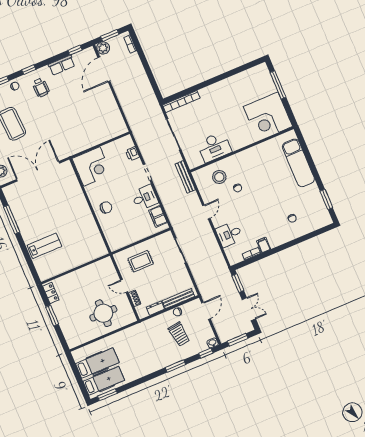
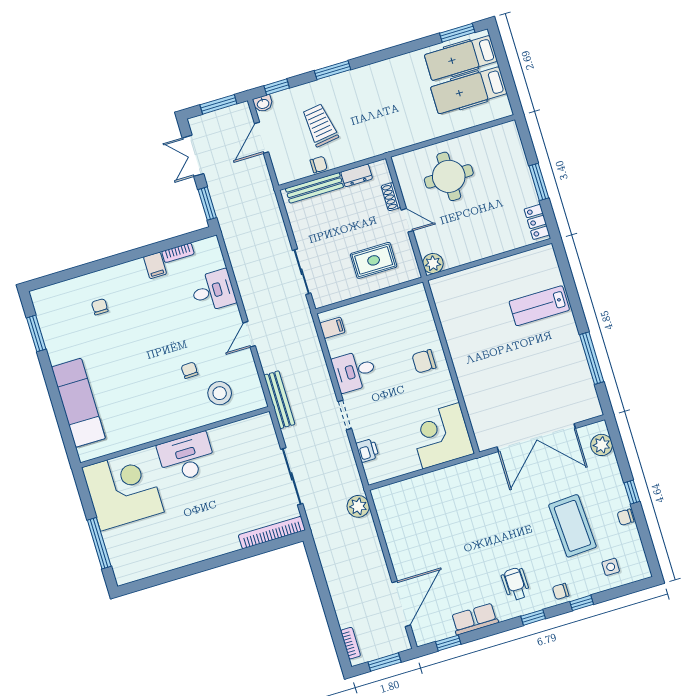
plant: (103, 48) -> (358, 506), moved
desk: (214, 147) -> (187, 457), moved
filing cabinet: (158, 216) -> (332, 328), width x0.50
plant: (107, 263) -> (433, 263), added
door: (206, 311) -> (261, 138), moved

